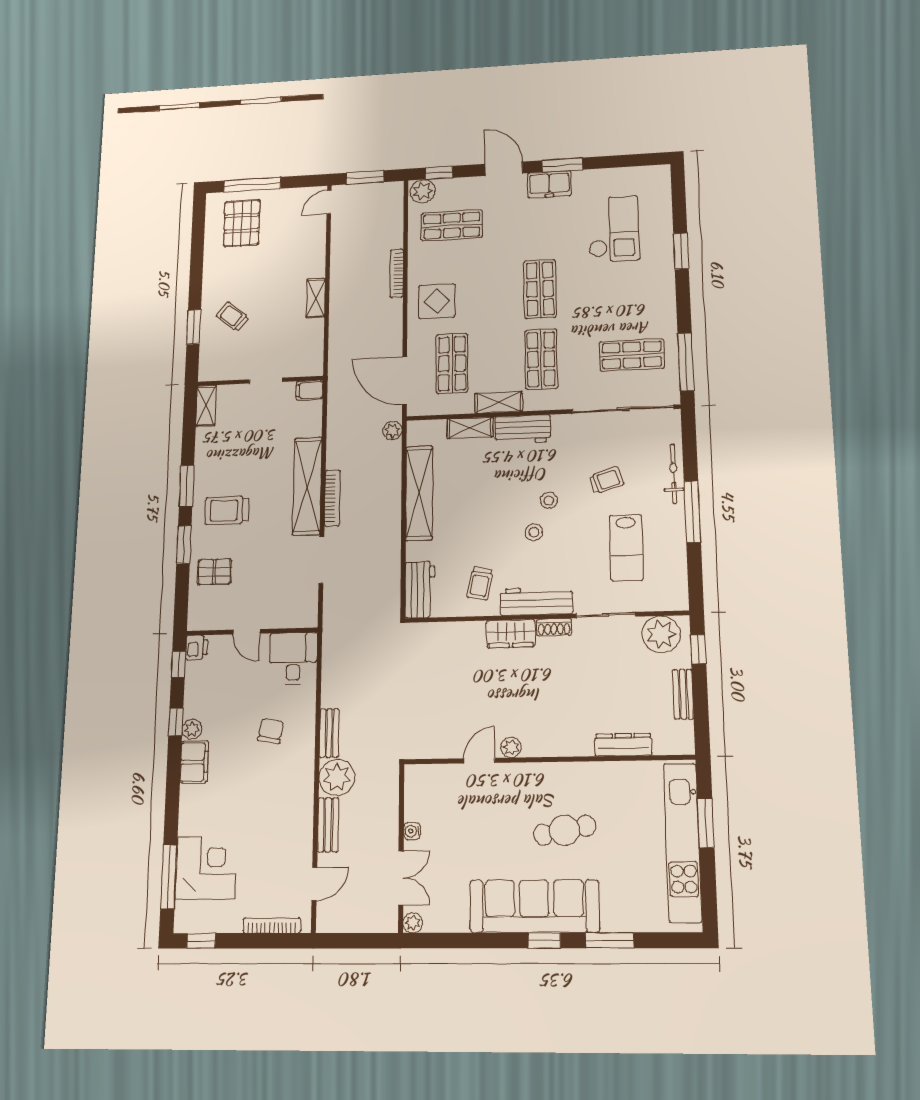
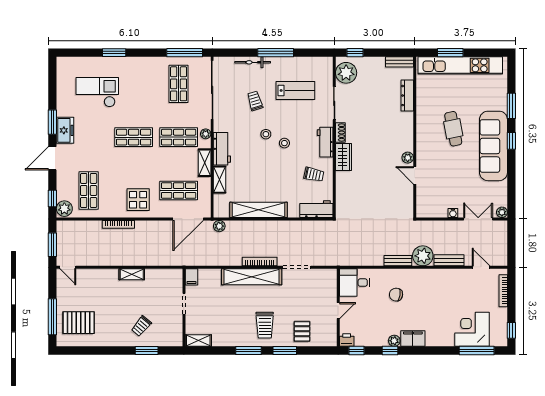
plant: (548, 402) -> (206, 134), added
workbench: (536, 601) -> (325, 142), width x0.73
bench: (683, 694) -> (400, 62), moved

